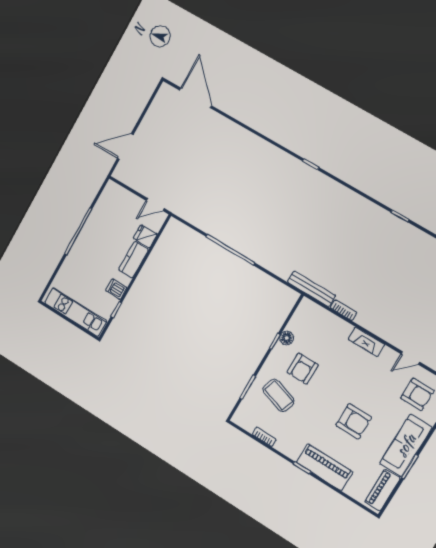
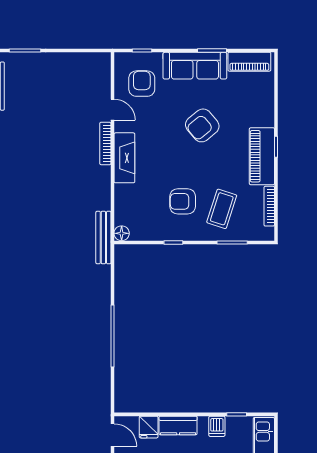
bookcase: (344, 310) -> (105, 143), moved, width x1.56
floor lamp: (287, 338) -> (122, 233), moved
fireplace: (366, 342) -> (124, 158), width x1.37, depth x1.32
armchair: (303, 369) -> (183, 201), turned 180
armchair: (354, 421) -> (202, 125), turned -130
bookcase: (264, 437) -> (269, 206), width x1.56
piano: (324, 467) -> (262, 156), moved

